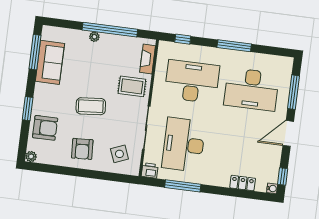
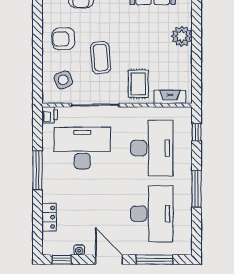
window: (110, 30) -> (197, 52), removed
plant: (94, 37) -> (182, 36), width x1.88, depth x1.88
desk: (252, 89) -> (152, 214), turned 180
coffee table: (91, 106) -> (101, 58), moved
window: (183, 186) -> (38, 170), moved
water cooler: (272, 188) -> (79, 250), moved

